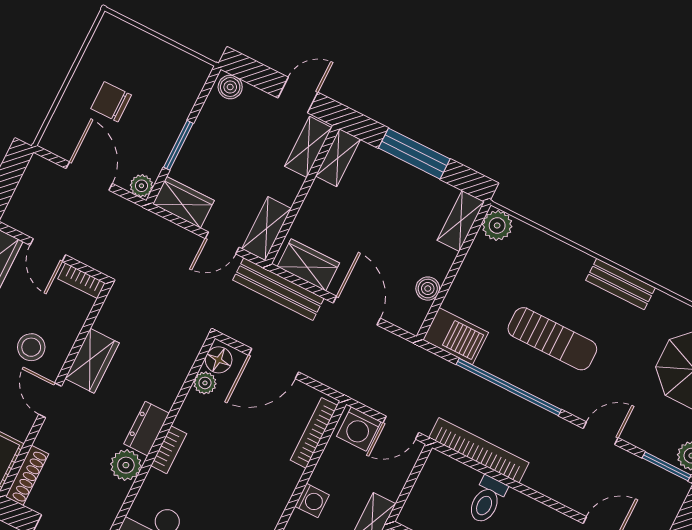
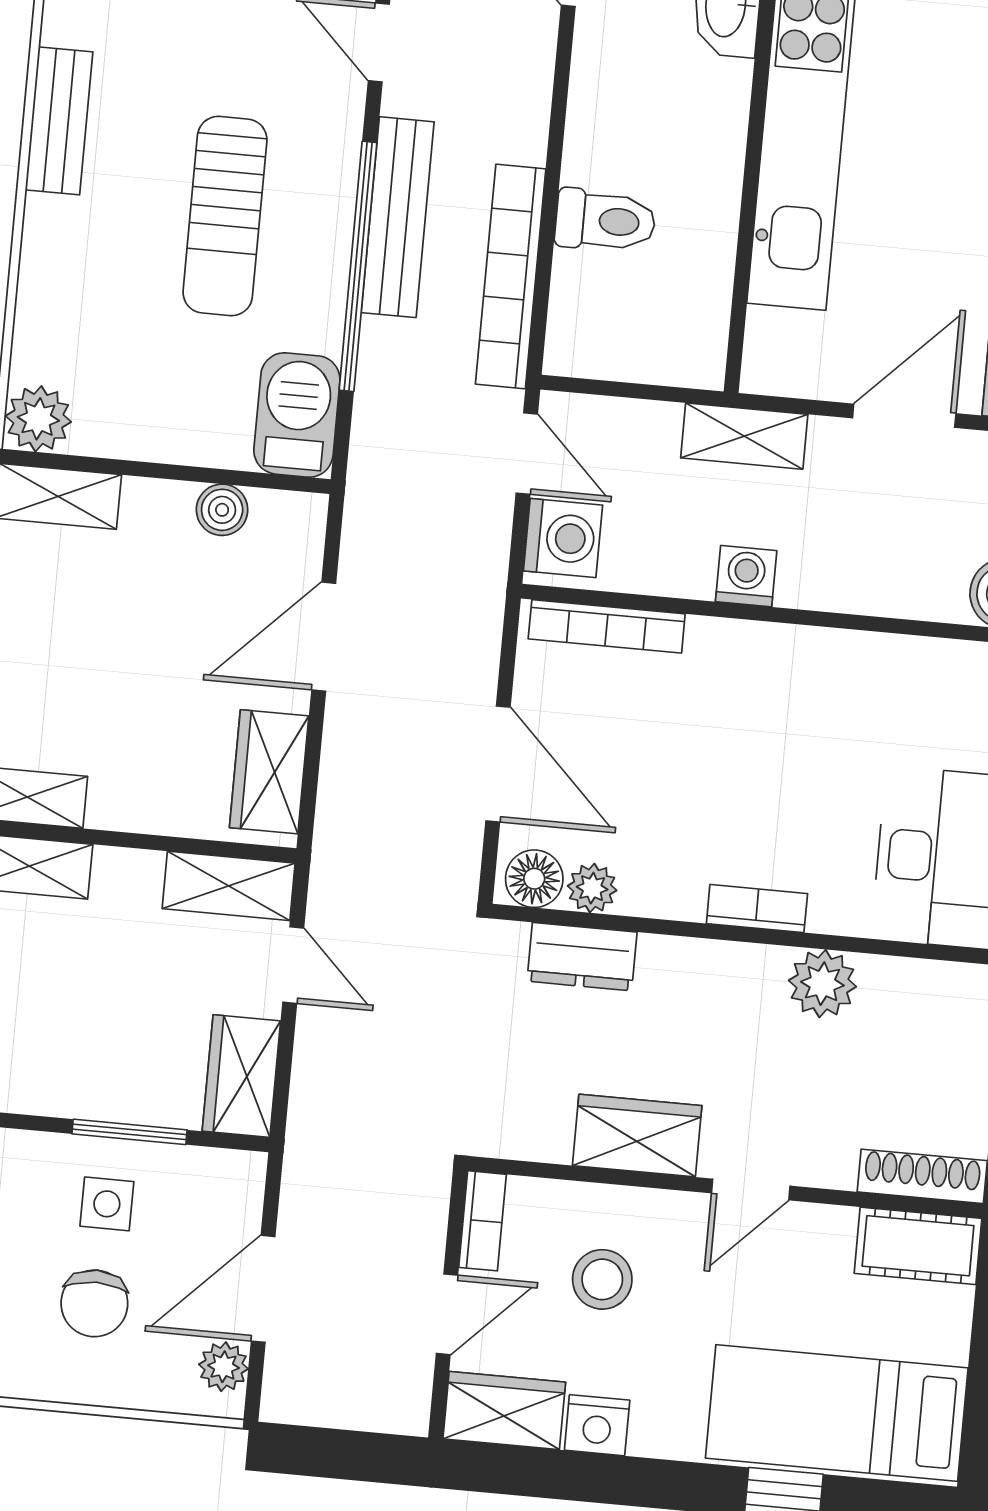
side table: (151, 124) -> (107, 1204), added
plant: (141, 186) -> (224, 1367), moved
bench: (278, 289) -> (398, 217), moved
sun lounger: (552, 339) -> (225, 216), turned 180
stool: (31, 347) -> (602, 1279), moved
dresser: (147, 429) -> (582, 957), moved

